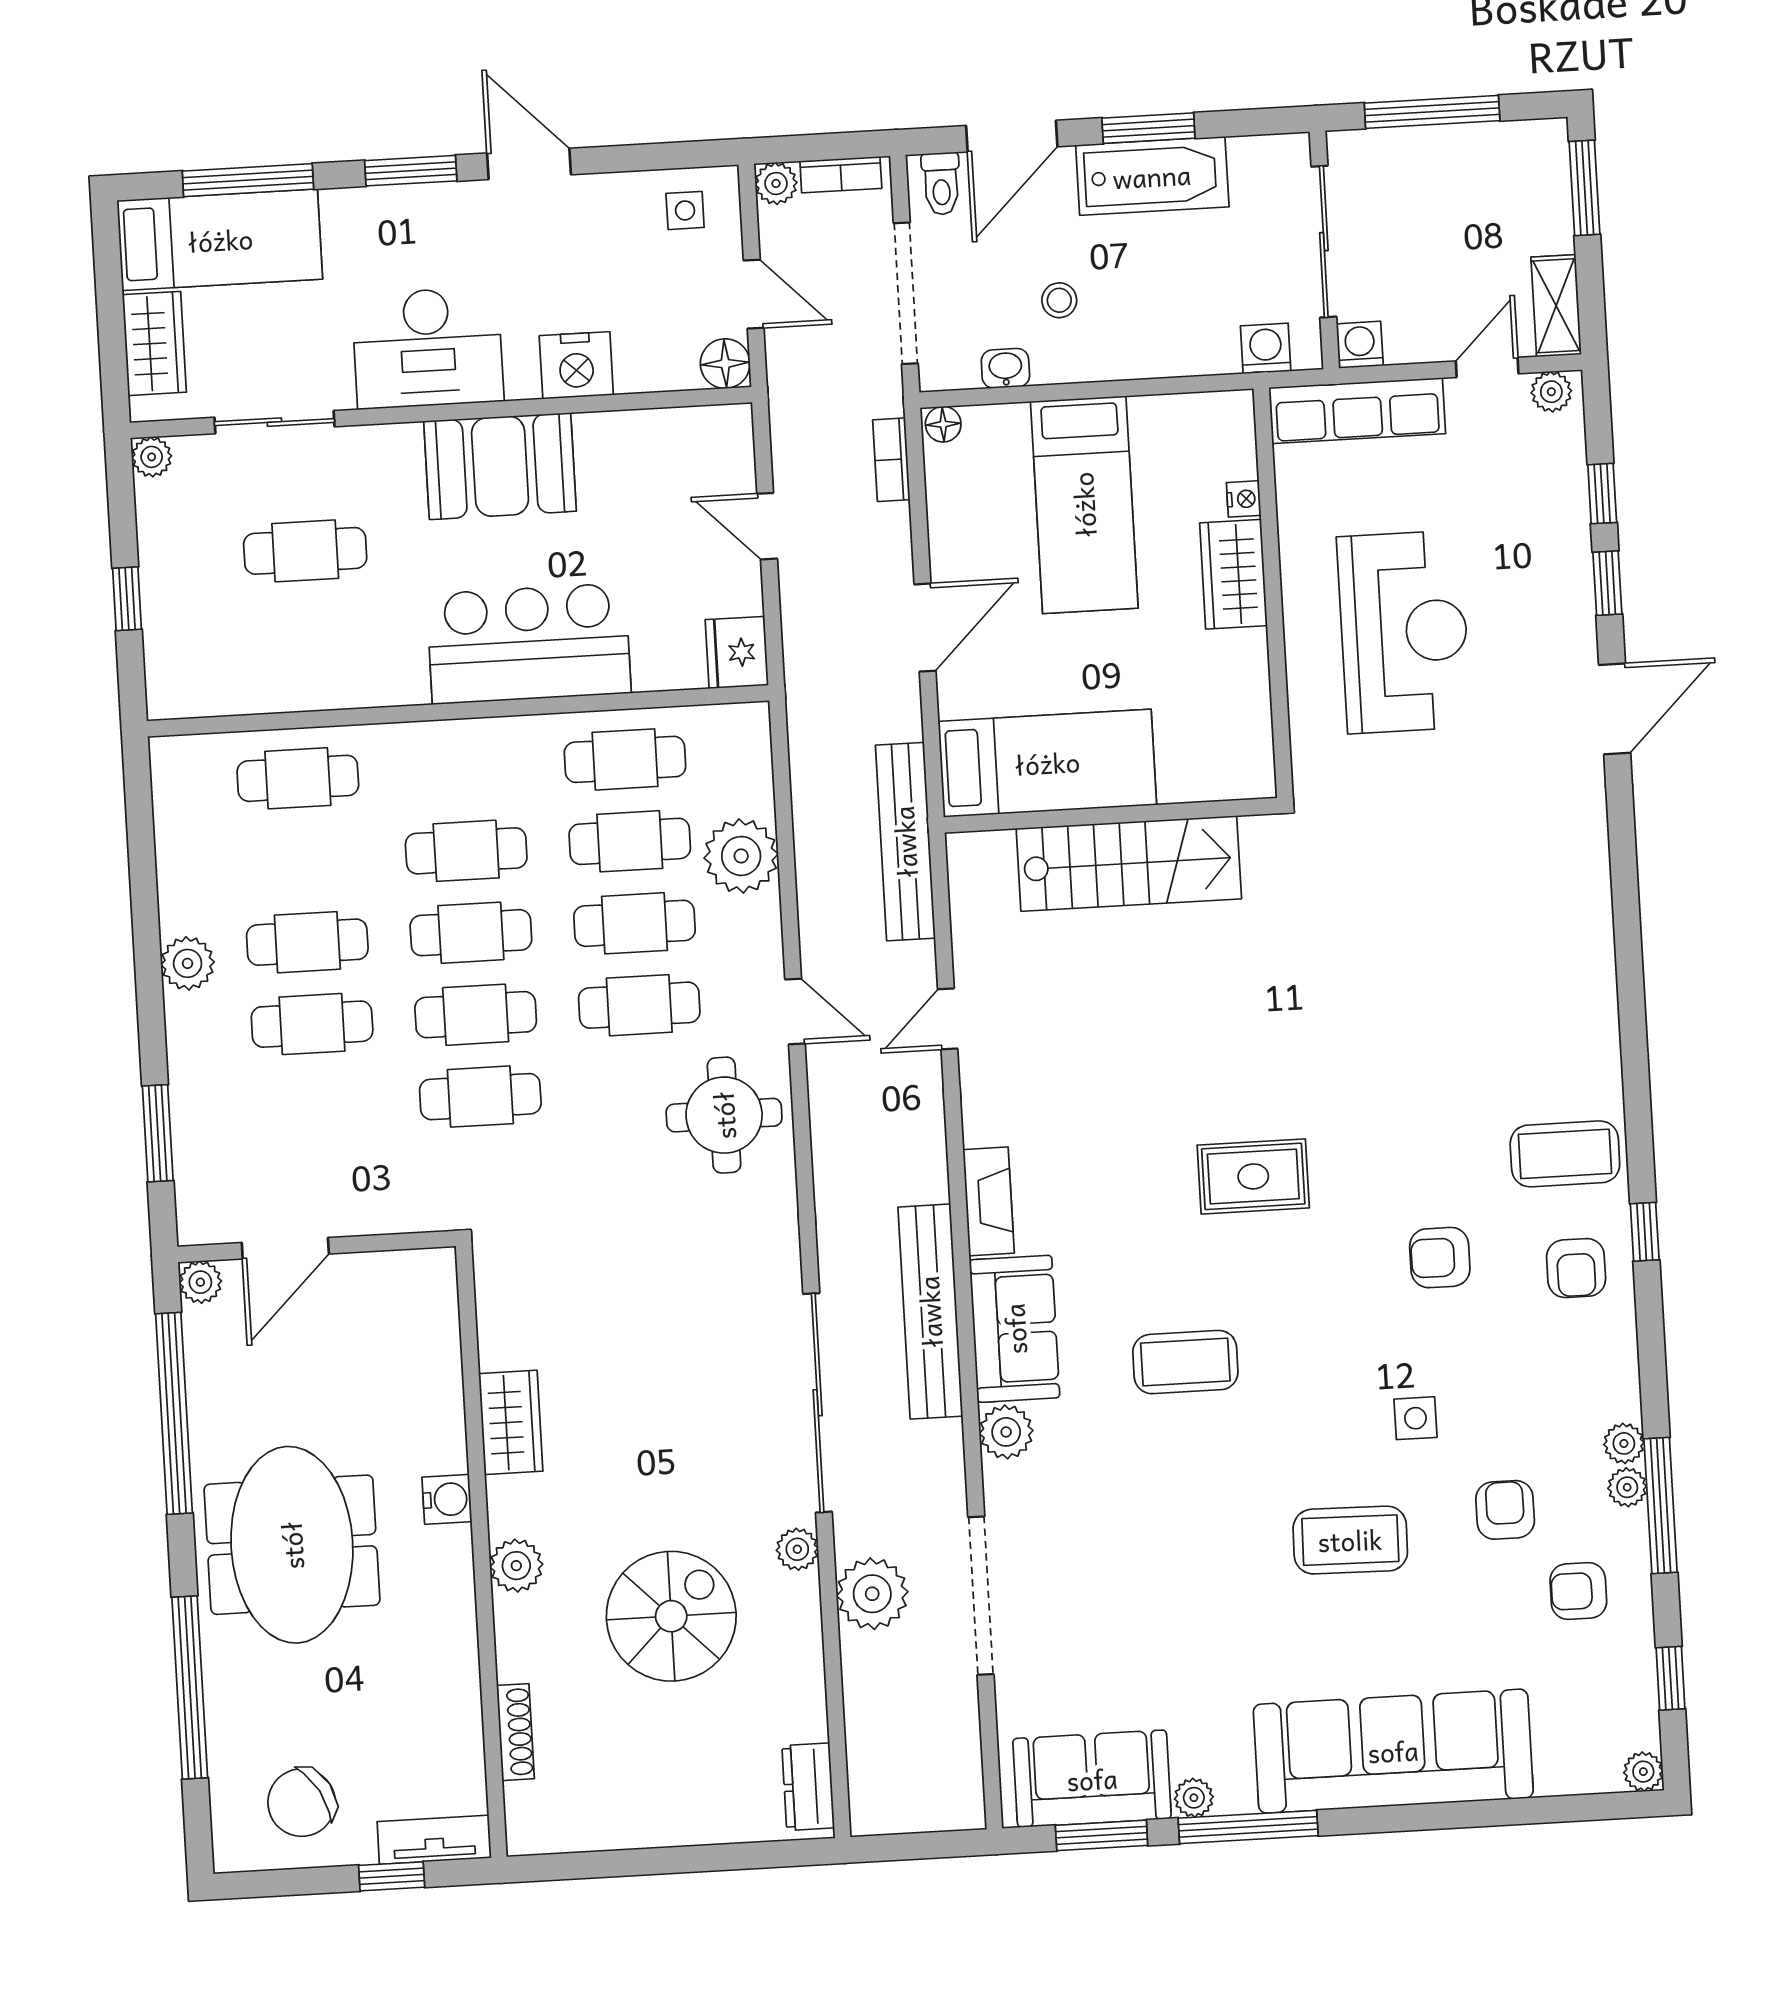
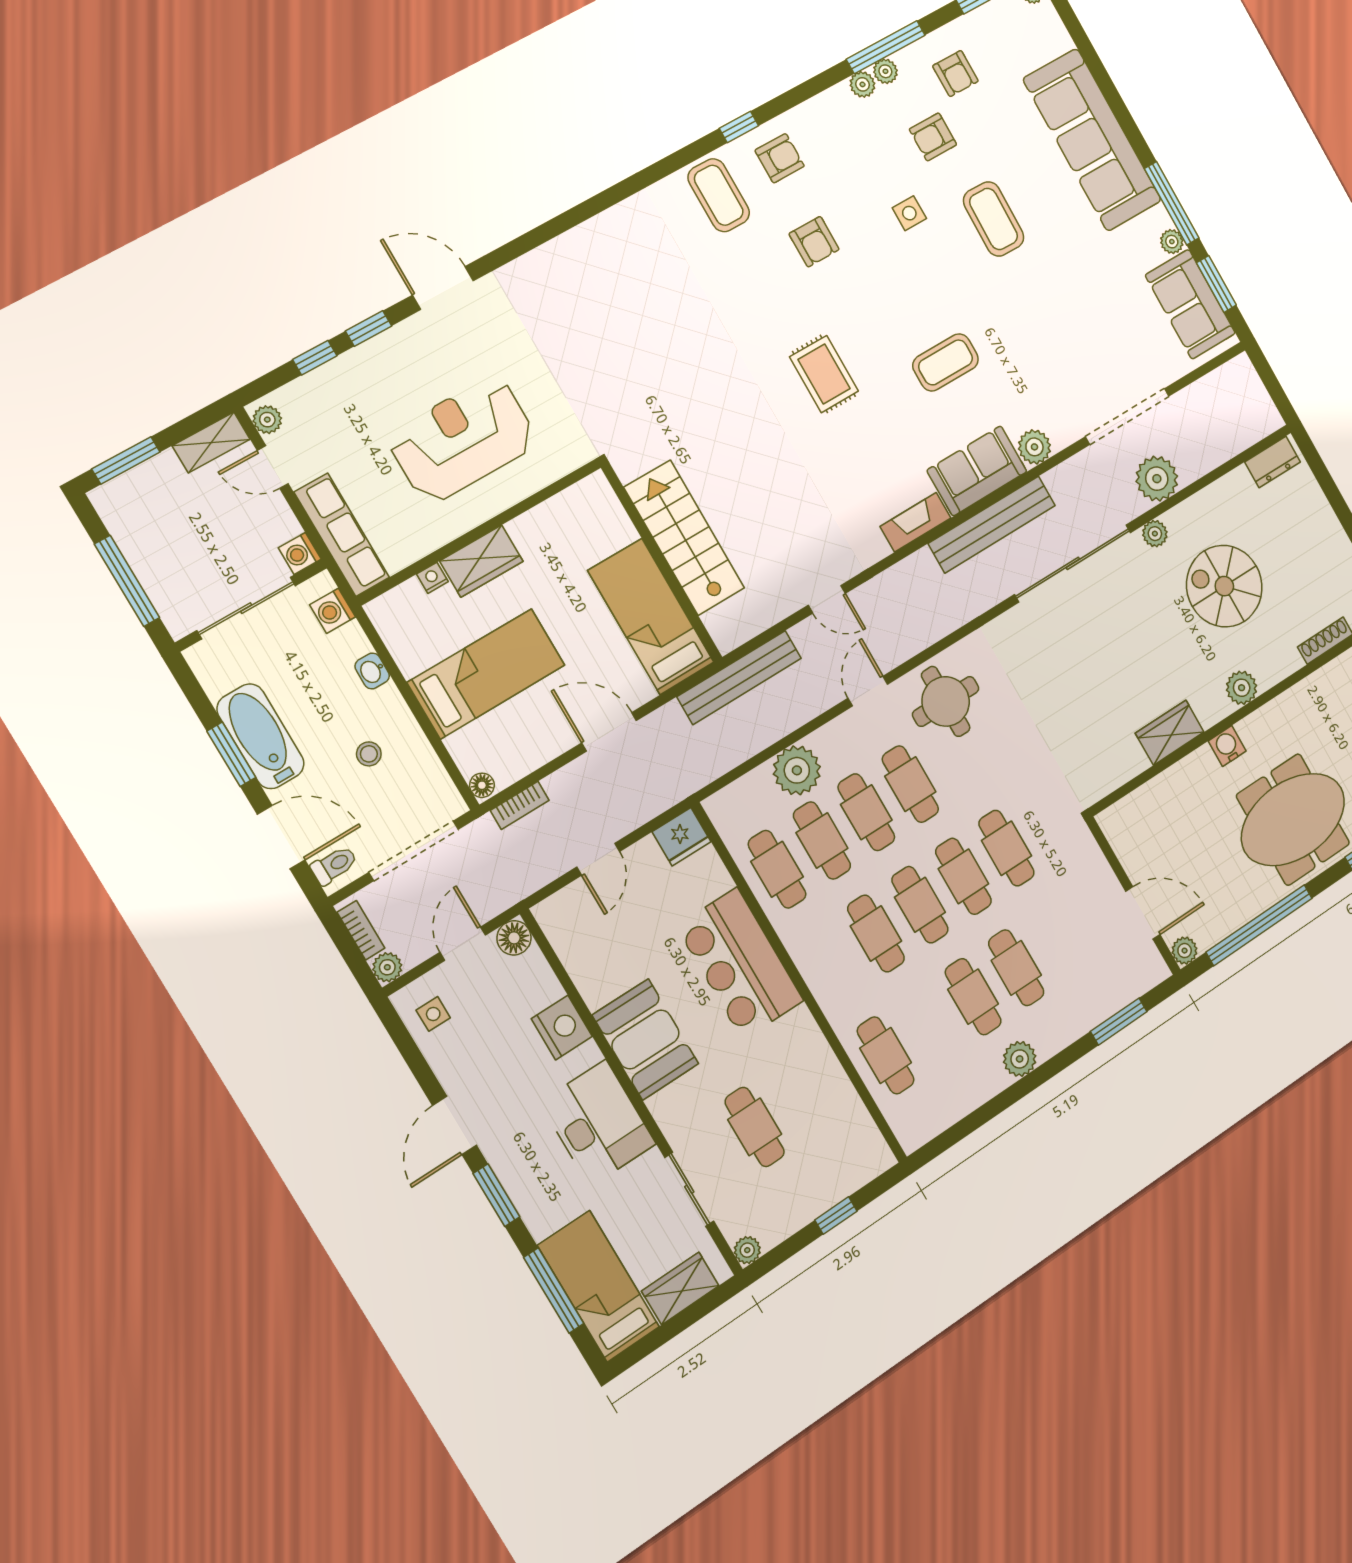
washbasin: (1005, 368) -> (372, 671), moved
coffee table: (1185, 1362) -> (946, 362), turned 90

